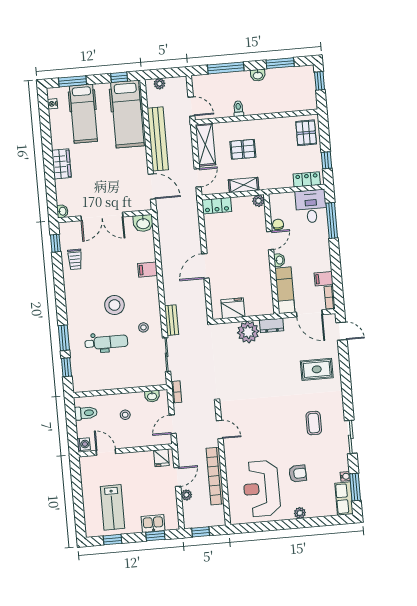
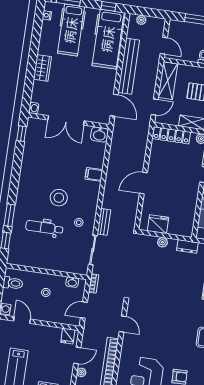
locker: (217, 206) -> (171, 135), width x1.53
trolley: (75, 259) -> (35, 151), removed
plant: (248, 332) -> (162, 242), width x0.53, depth x0.53
dental chair: (106, 342) -> (44, 228), turned 180

